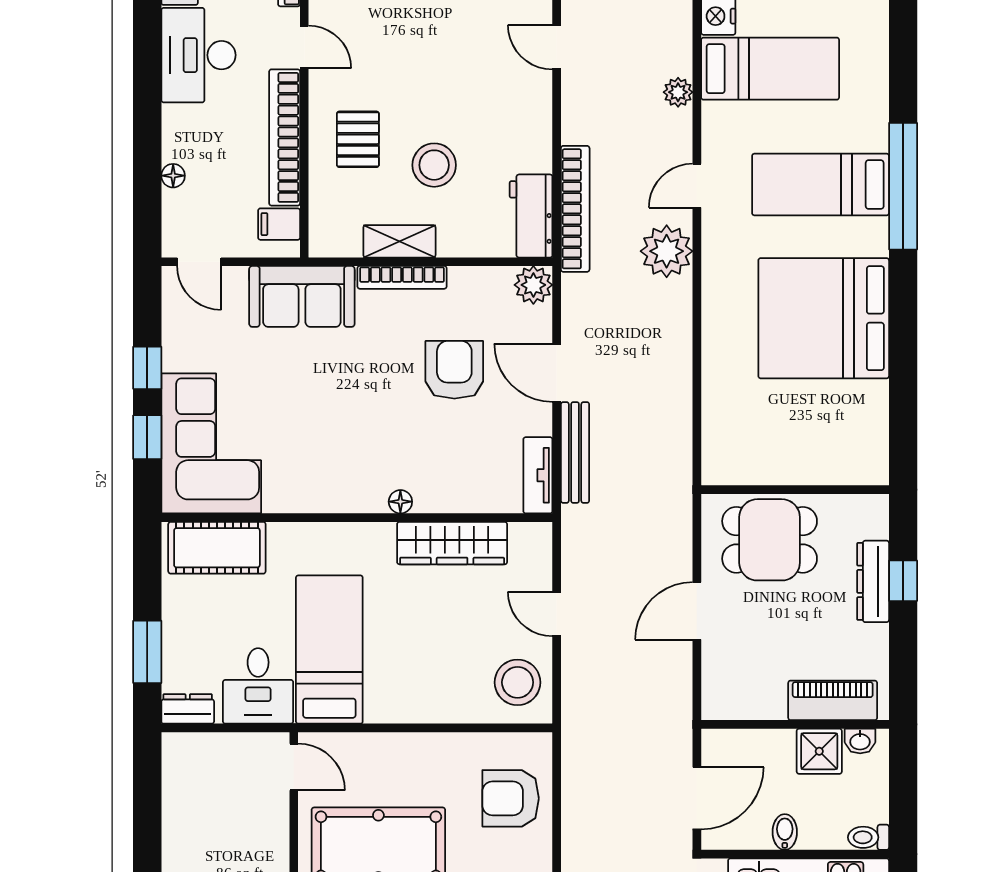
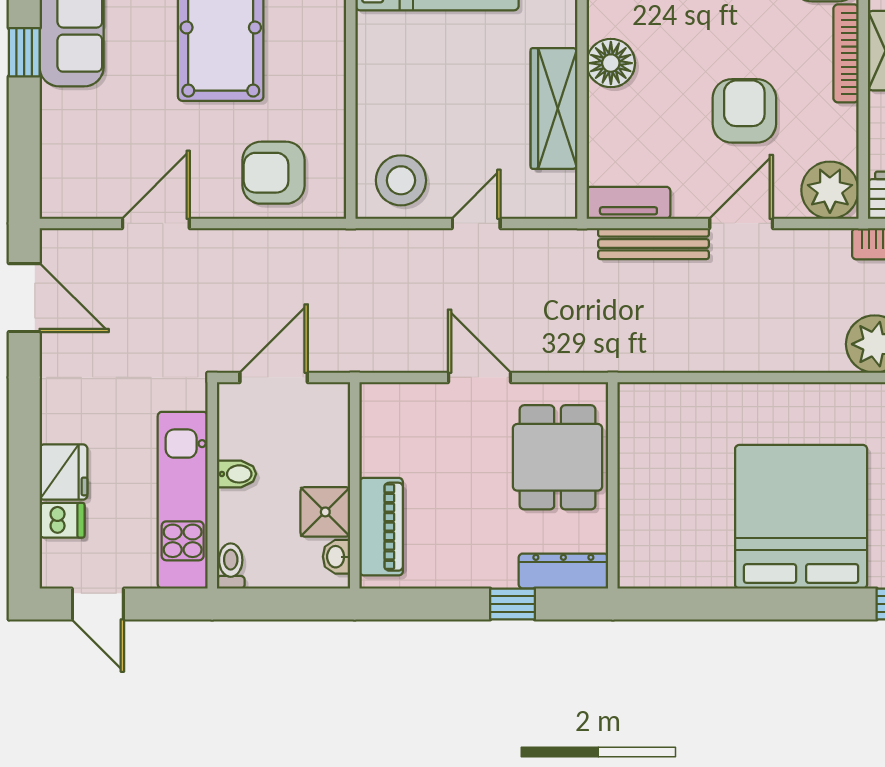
plant: (533, 285) -> (830, 190), width x1.36, depth x1.36
armchair: (454, 370) -> (744, 111), turned -90
floor lamp: (400, 502) -> (611, 63), width x1.89, depth x1.89
dresser: (873, 581) -> (563, 571), moved
armchair: (511, 798) -> (273, 173), turned -90
door: (697, 798) -> (274, 377), swing flipped

